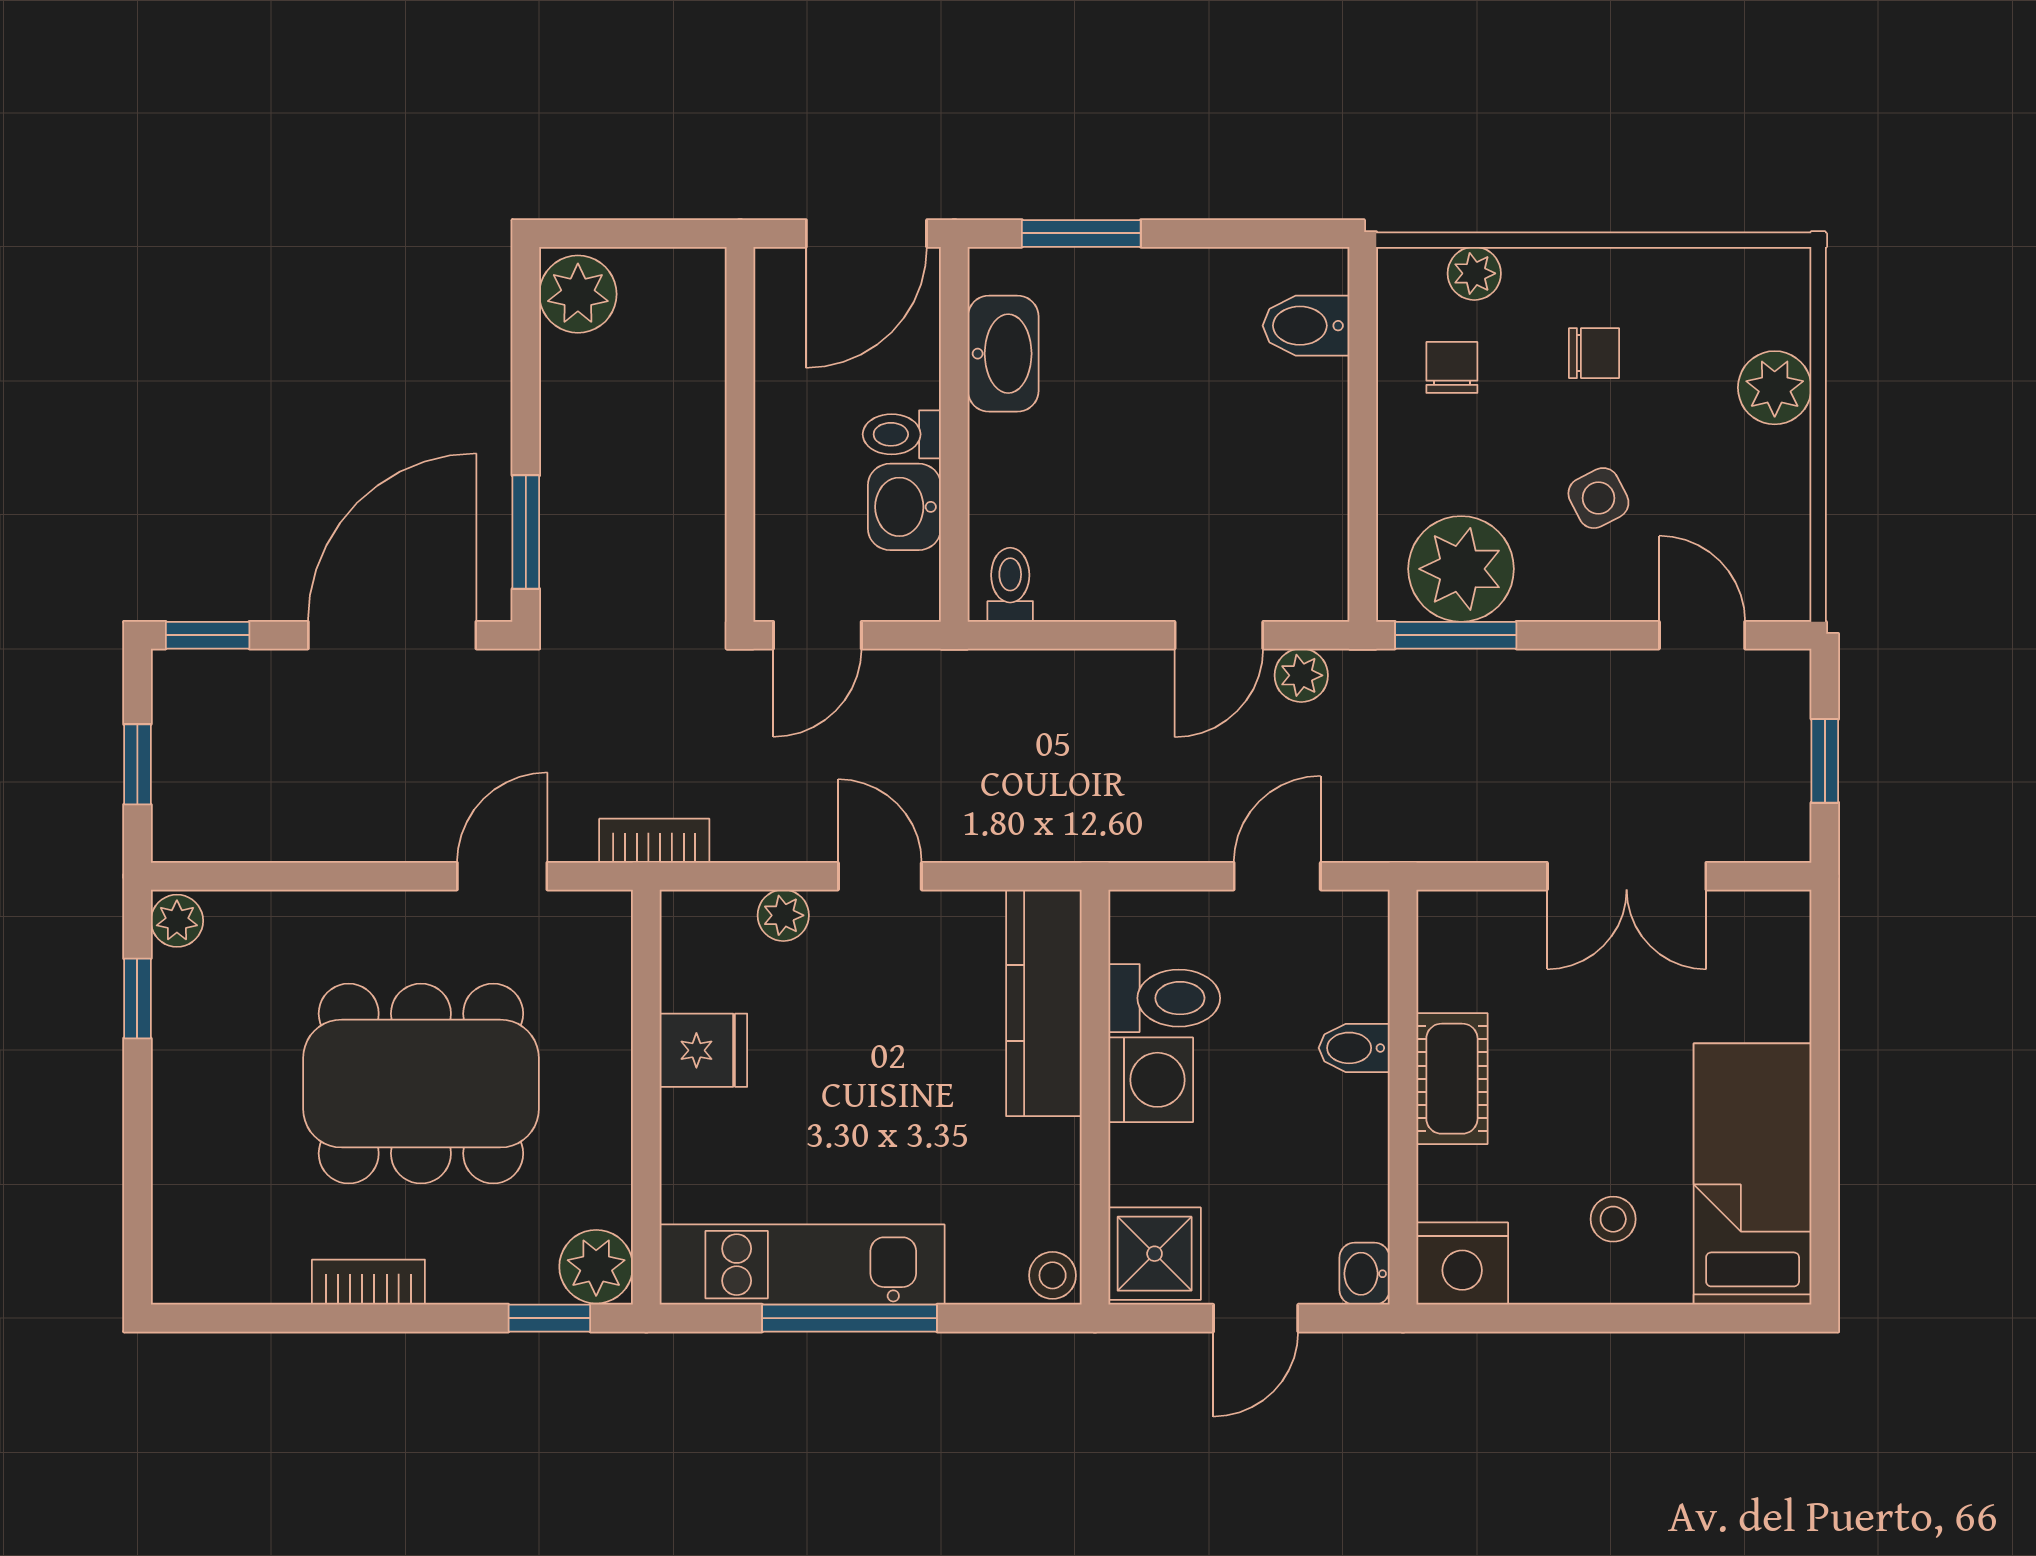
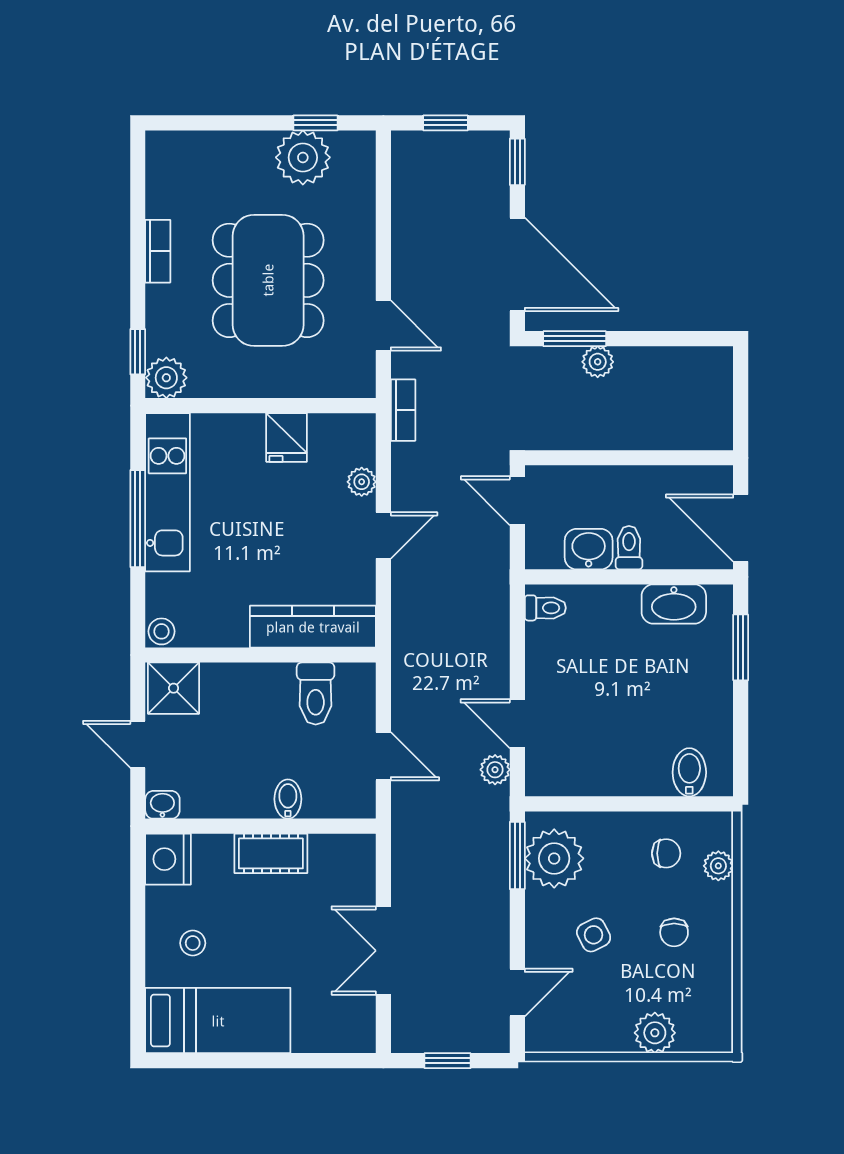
plant: (578, 294) -> (598, 362), moved, width x0.73, depth x0.73
plant: (177, 921) -> (303, 157), moved, width x1.88, depth x1.88
washing machine: (1151, 1080) -> (270, 686), removed

